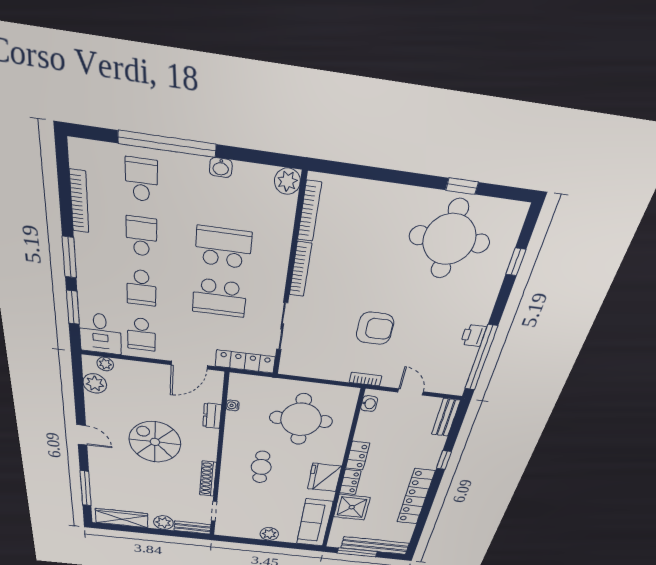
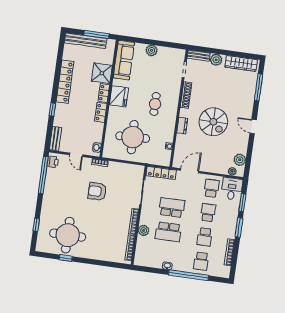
plant: (287, 181) -> (144, 230), moved
printer: (473, 335) -> (53, 162), moved
dresser: (212, 416) -> (182, 126), moved

